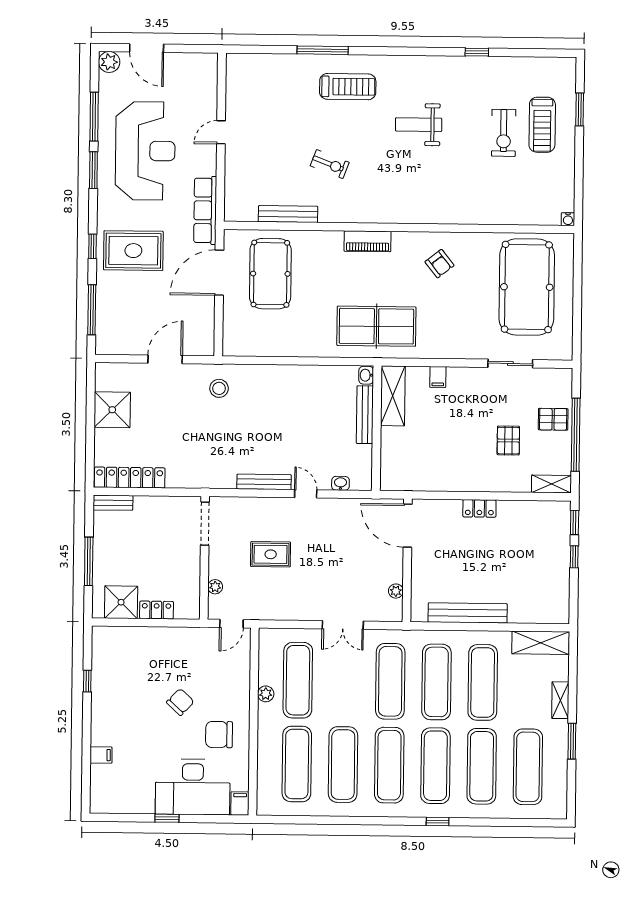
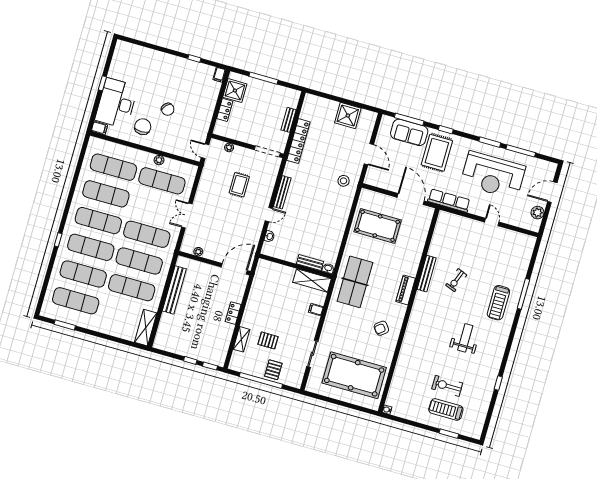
plant: (109, 62) -> (537, 213), moved
bench: (288, 214) -> (427, 274), moved
pool table: (270, 274) -> (378, 226), moved
sofa: (113, 304) -> (409, 132), added
bench: (365, 415) -> (310, 263), width x0.73
locker: (130, 478) -> (298, 141), moved
shelving: (551, 484) -> (242, 339), moved
bench: (113, 503) -> (289, 120), moved
shelving: (560, 700) -> (109, 330), removed
window: (572, 741) -> (65, 325), moved
filing cabinet: (101, 755) -> (219, 75), moved

